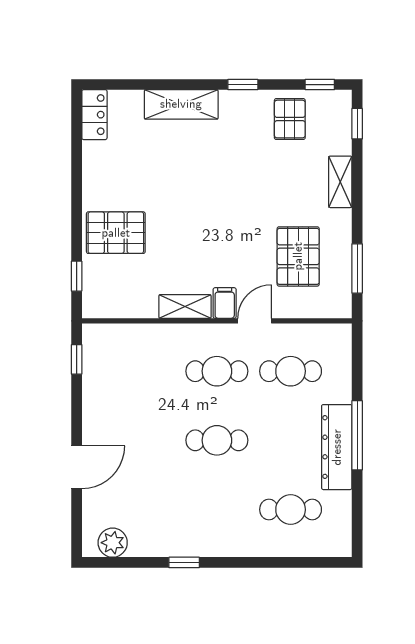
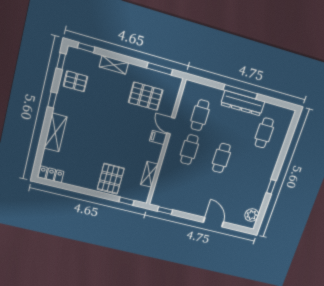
shelving: (185, 306) -> (149, 174), moved

